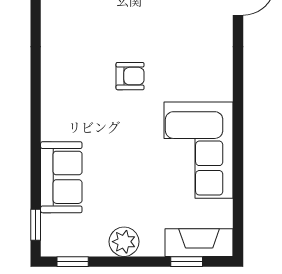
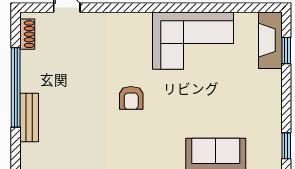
armchair: (130, 76) -> (131, 98), turned 180
plant: (124, 242) -> (270, 103), removed

